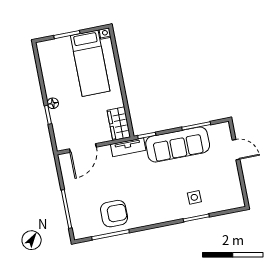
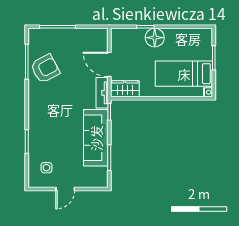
floor lamp: (53, 103) -> (155, 38), width x1.89, depth x1.89
door: (83, 148) -> (109, 64), moved
door: (236, 150) -> (65, 189), moved
side table: (194, 197) -> (46, 168), moved
armchair: (114, 214) -> (45, 69), turned -118

